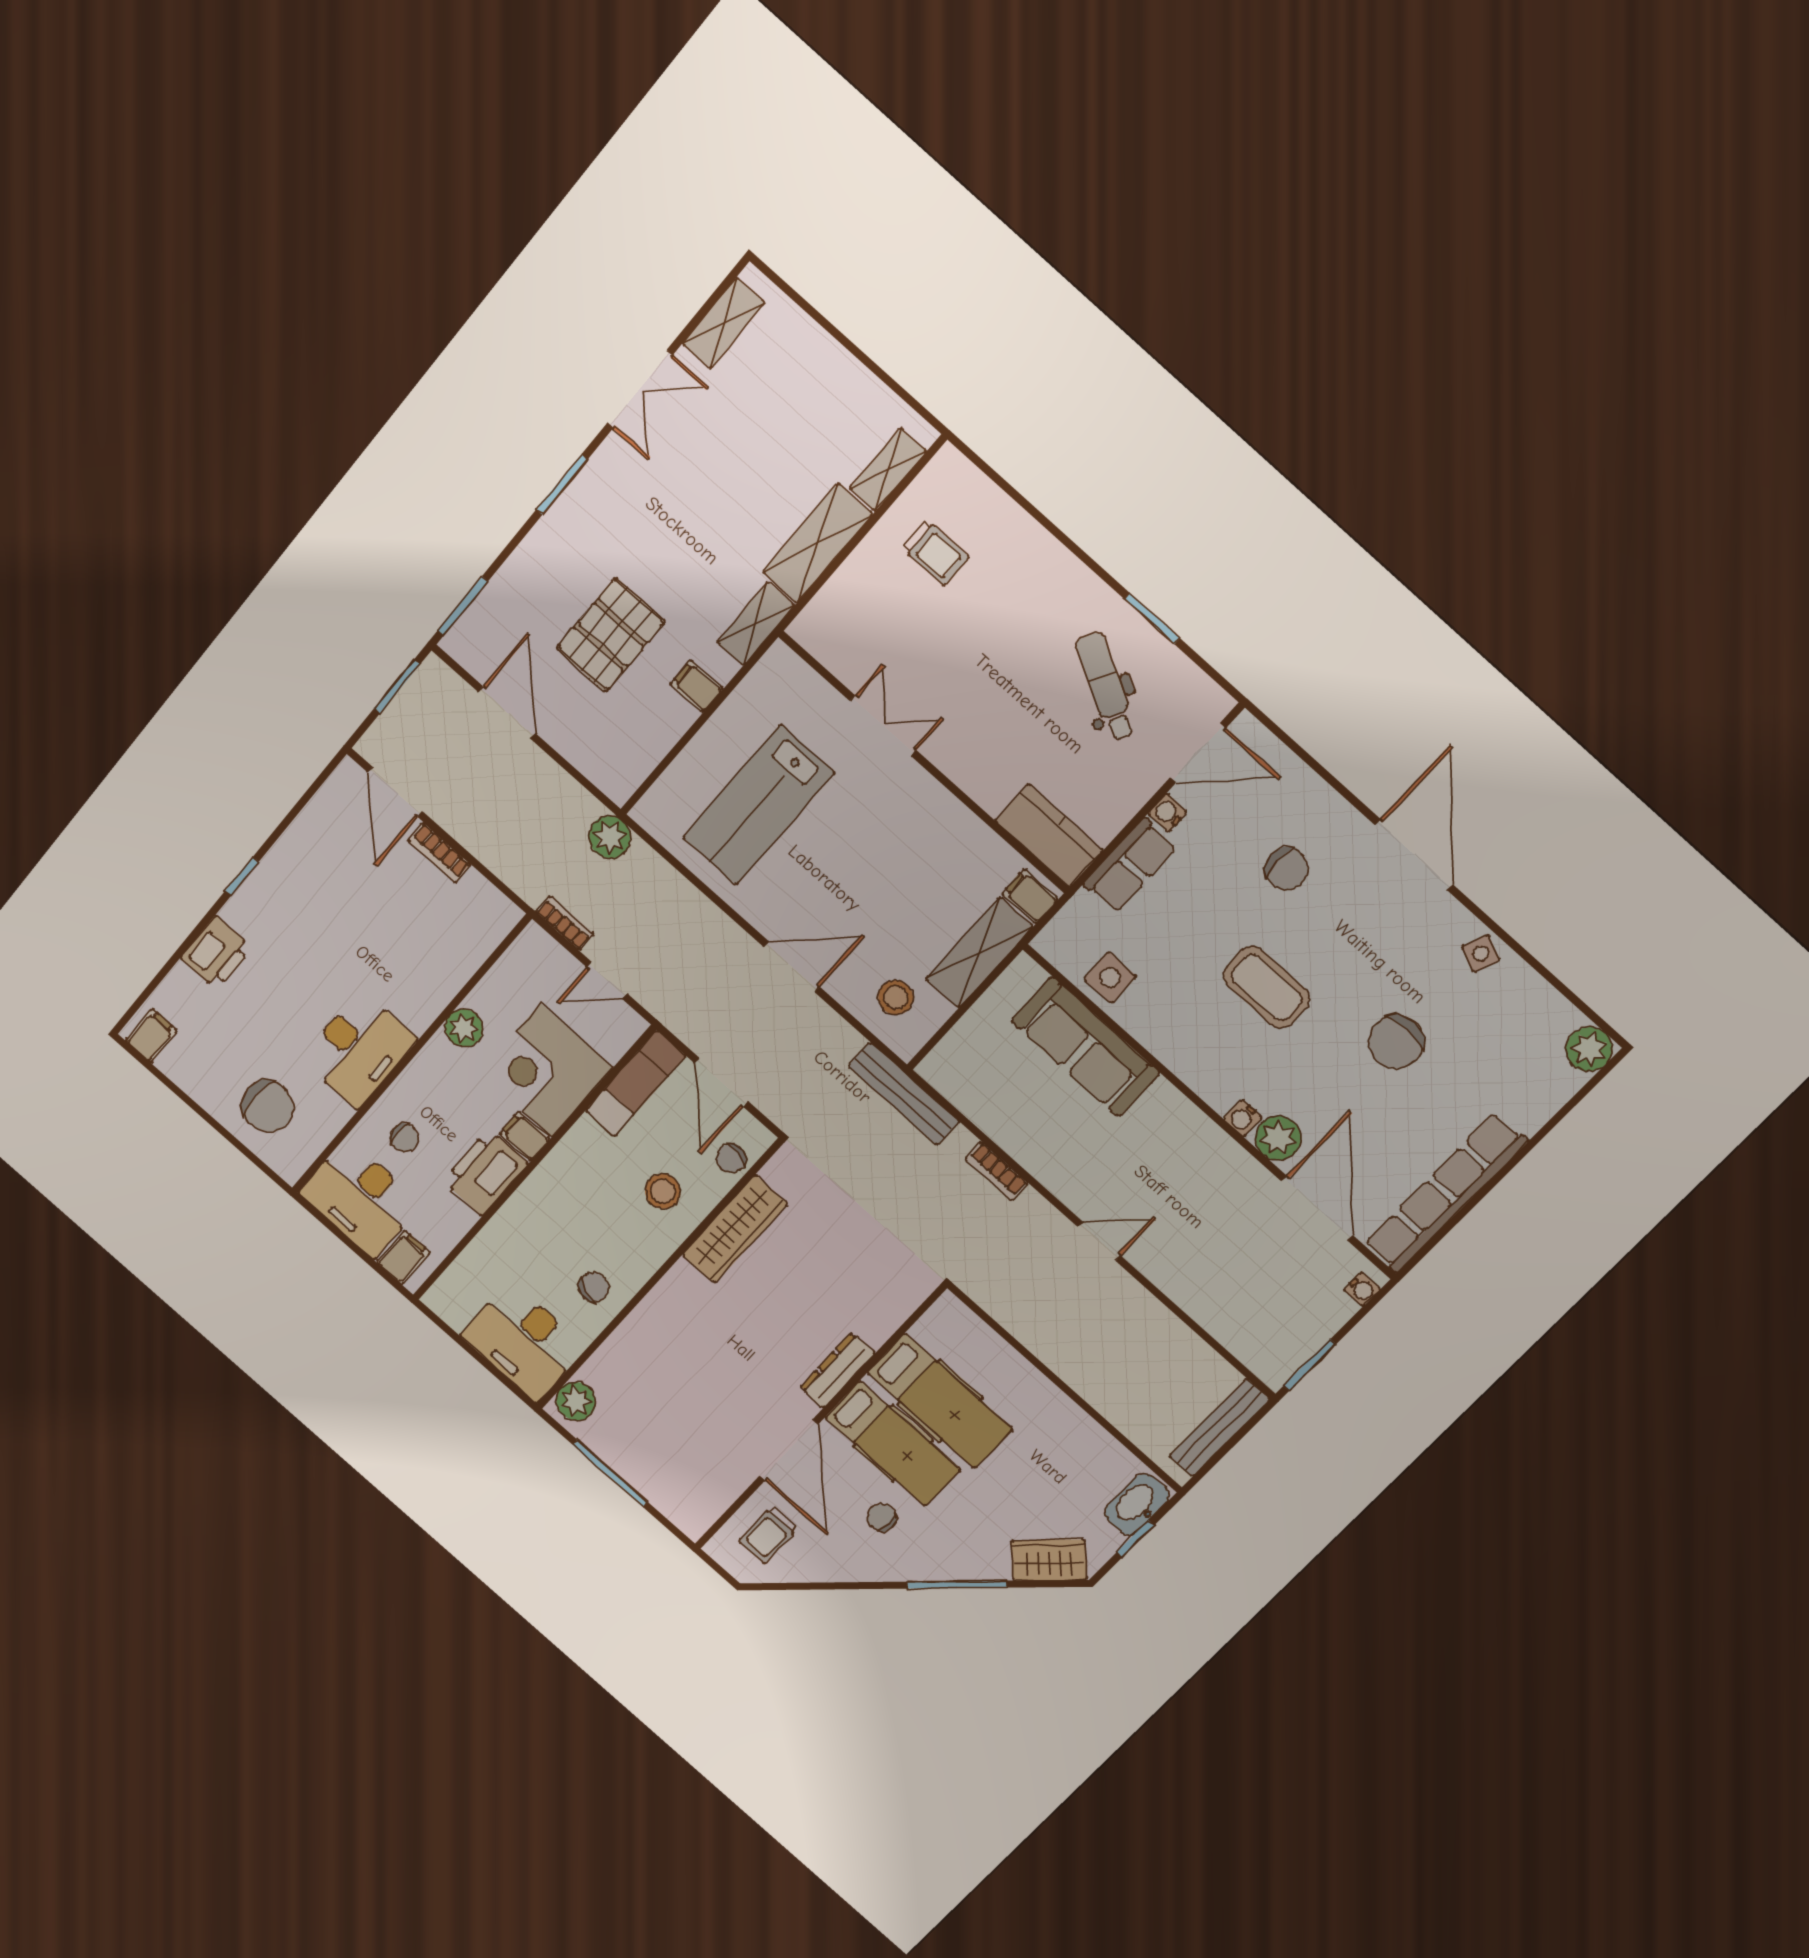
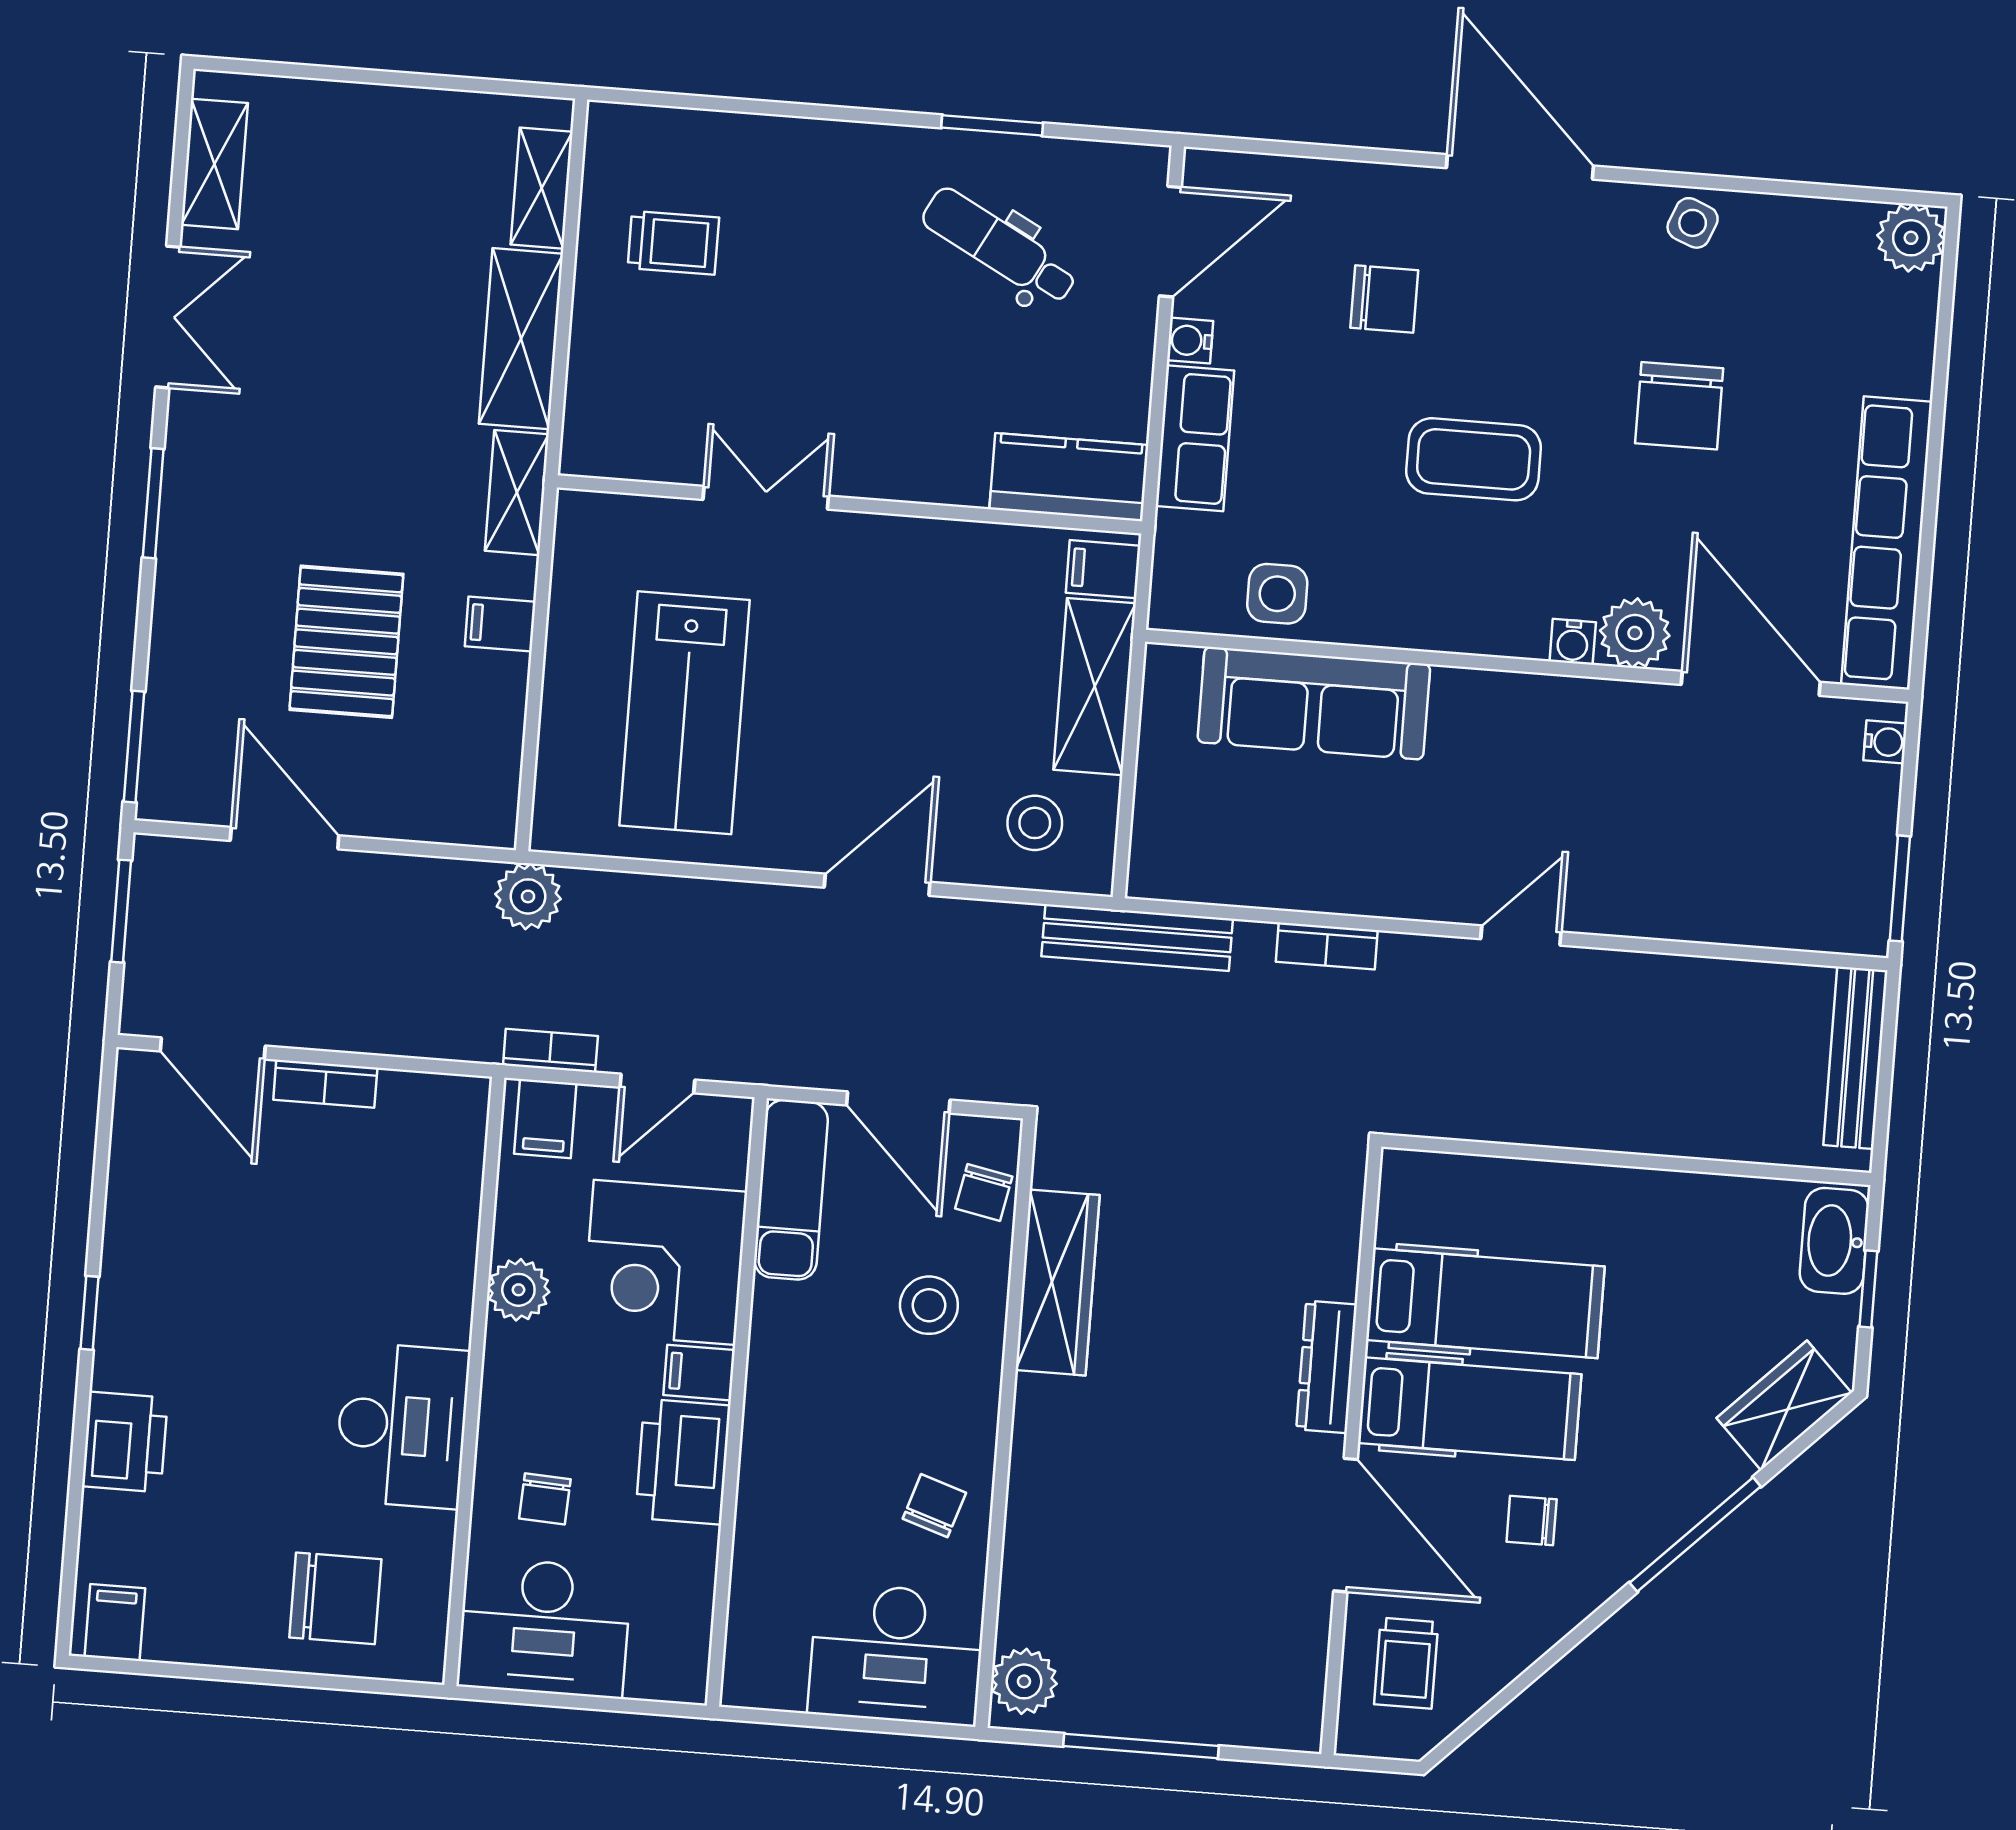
chair: (404, 1138) -> (545, 1499), turned 93
filing cabinet: (403, 1257) -> (545, 1119), moved, turned 180

